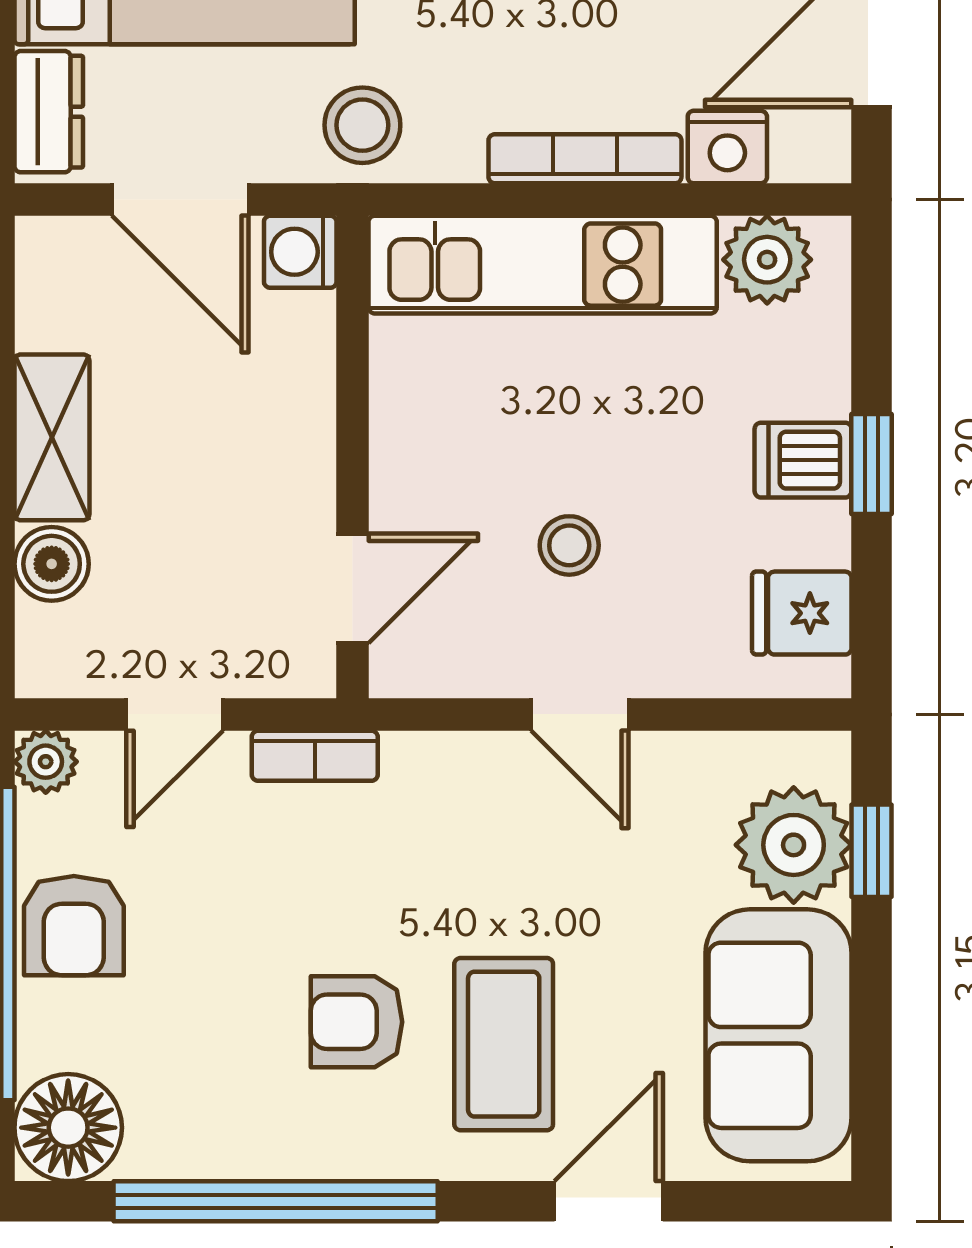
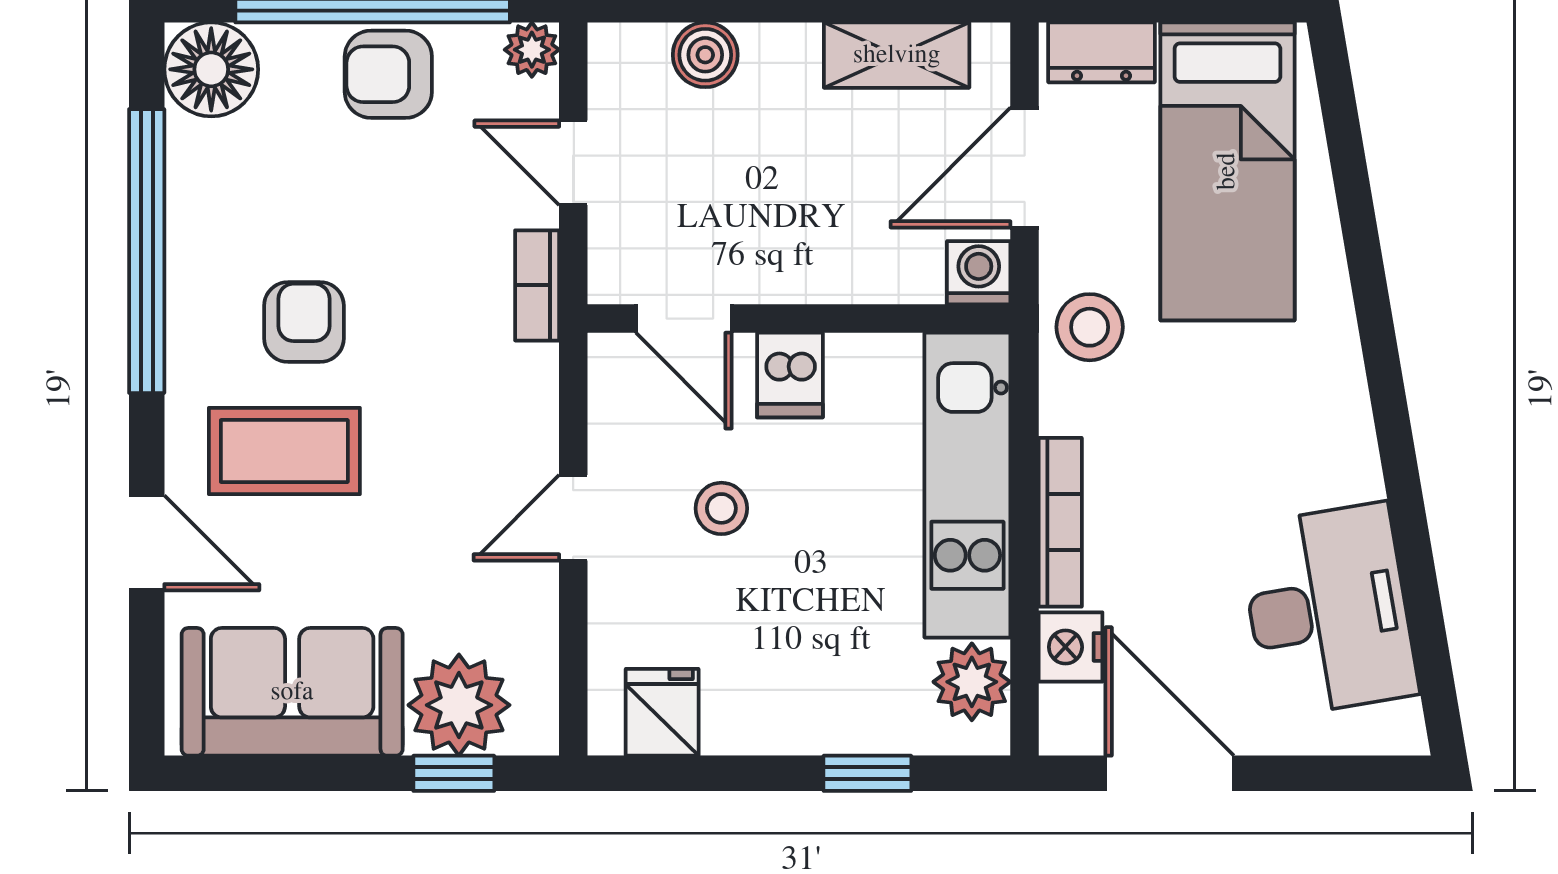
shelving: (52, 437) -> (897, 55), moved
dishwasher: (803, 460) -> (790, 375), moved, turned 180
window: (872, 464) -> (867, 773), moved

